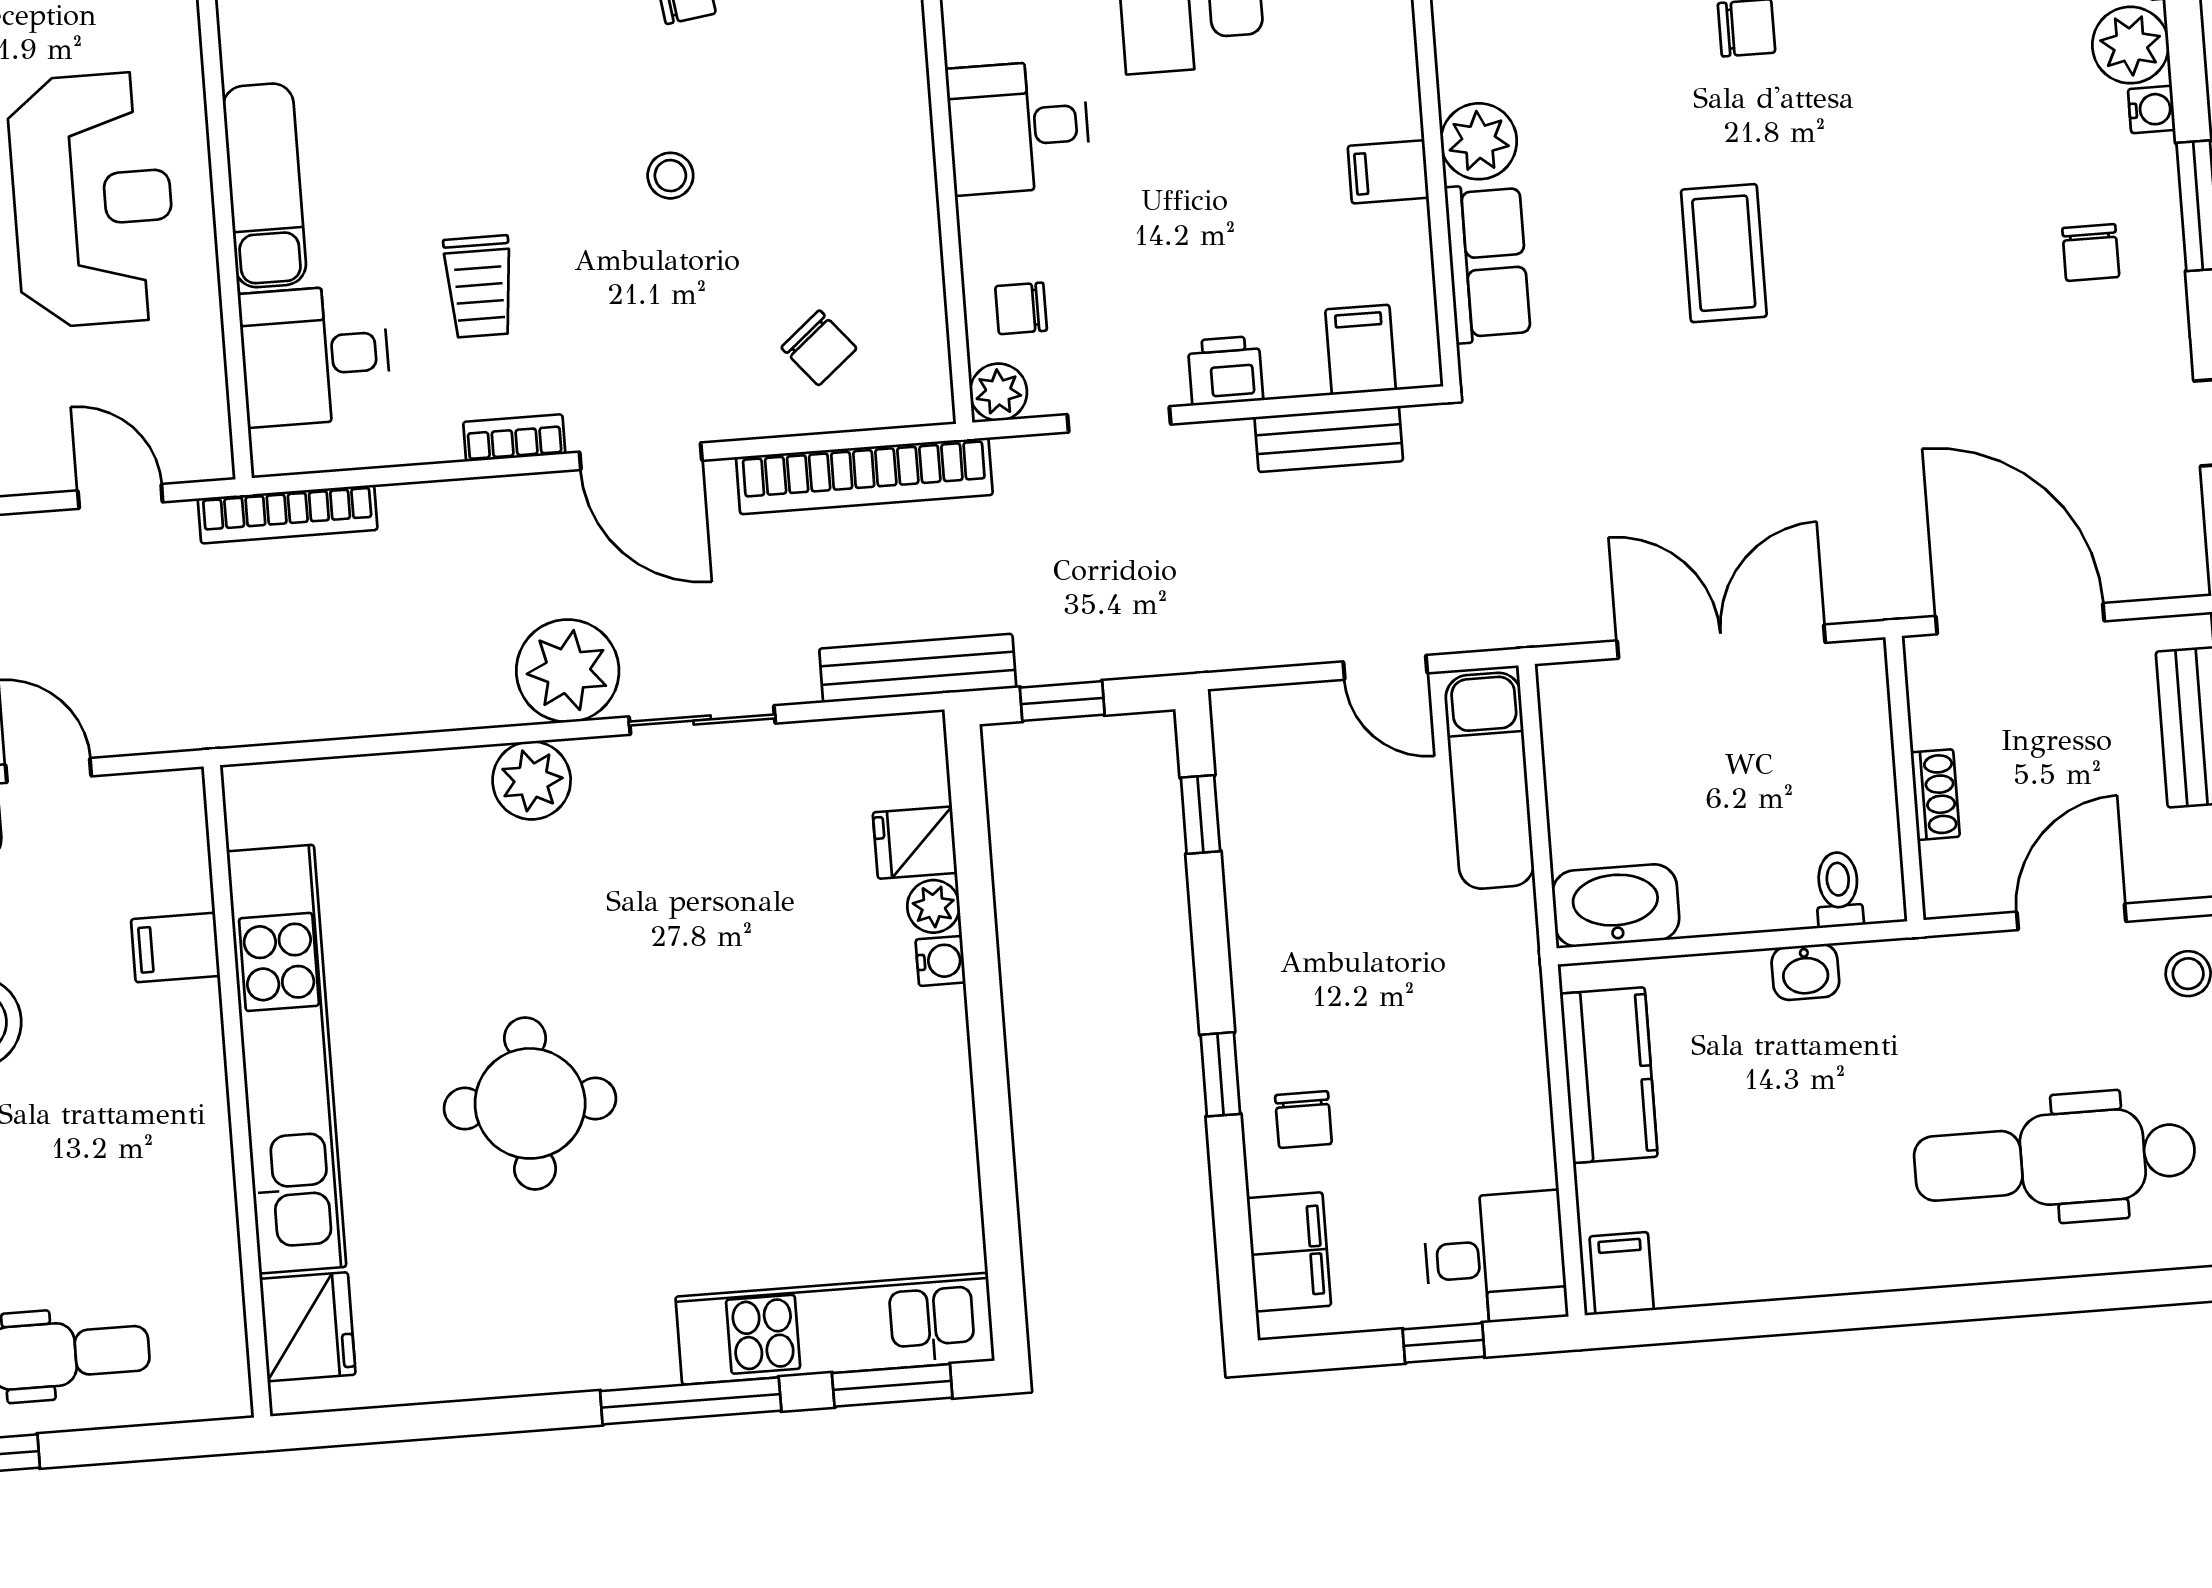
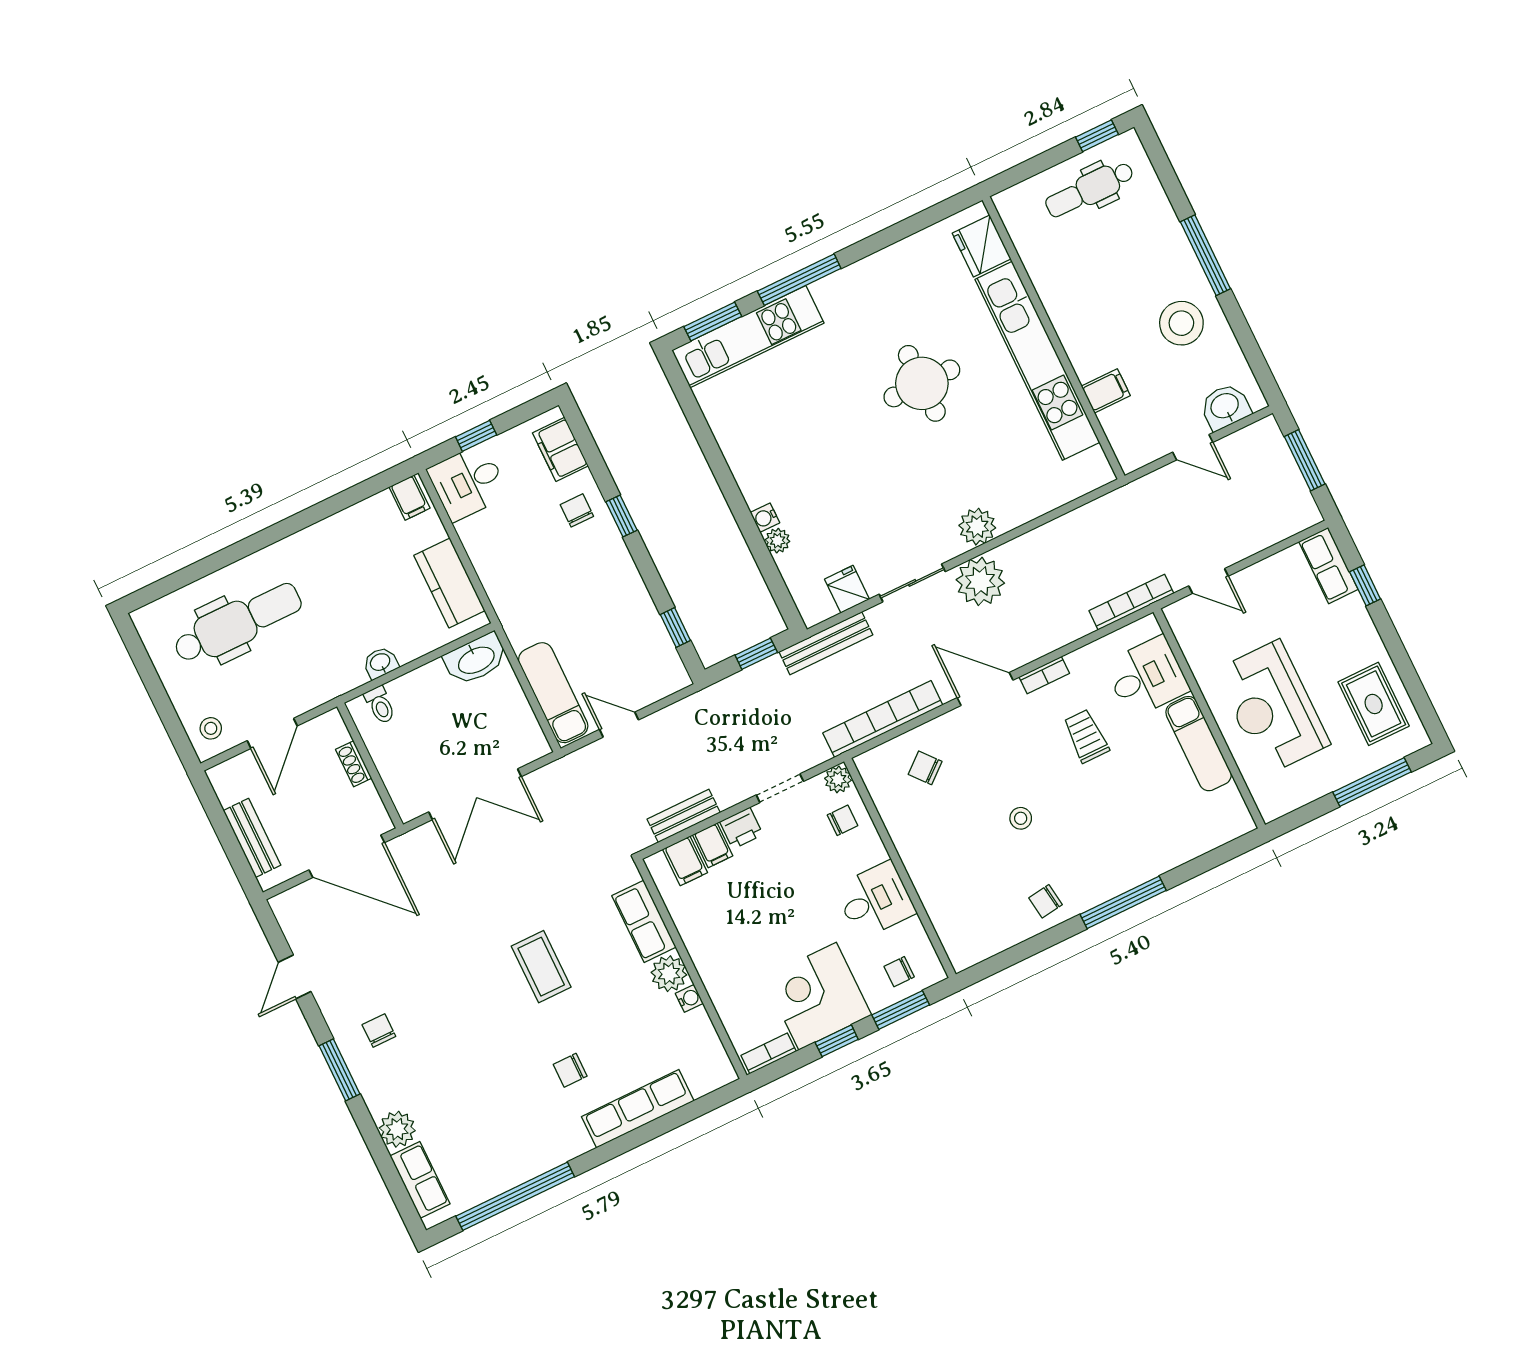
water cooler: (2152, 109) -> (689, 998), moved, turned 180
filing cabinet: (1388, 172) -> (713, 845), moved, turned 90
fridge: (915, 843) -> (847, 589), moved, turned -90

